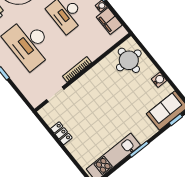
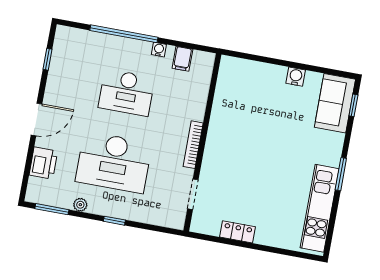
filing cabinet: (109, 21) -> (182, 59), width x0.50
round table: (129, 60) -> (243, 84), removed

